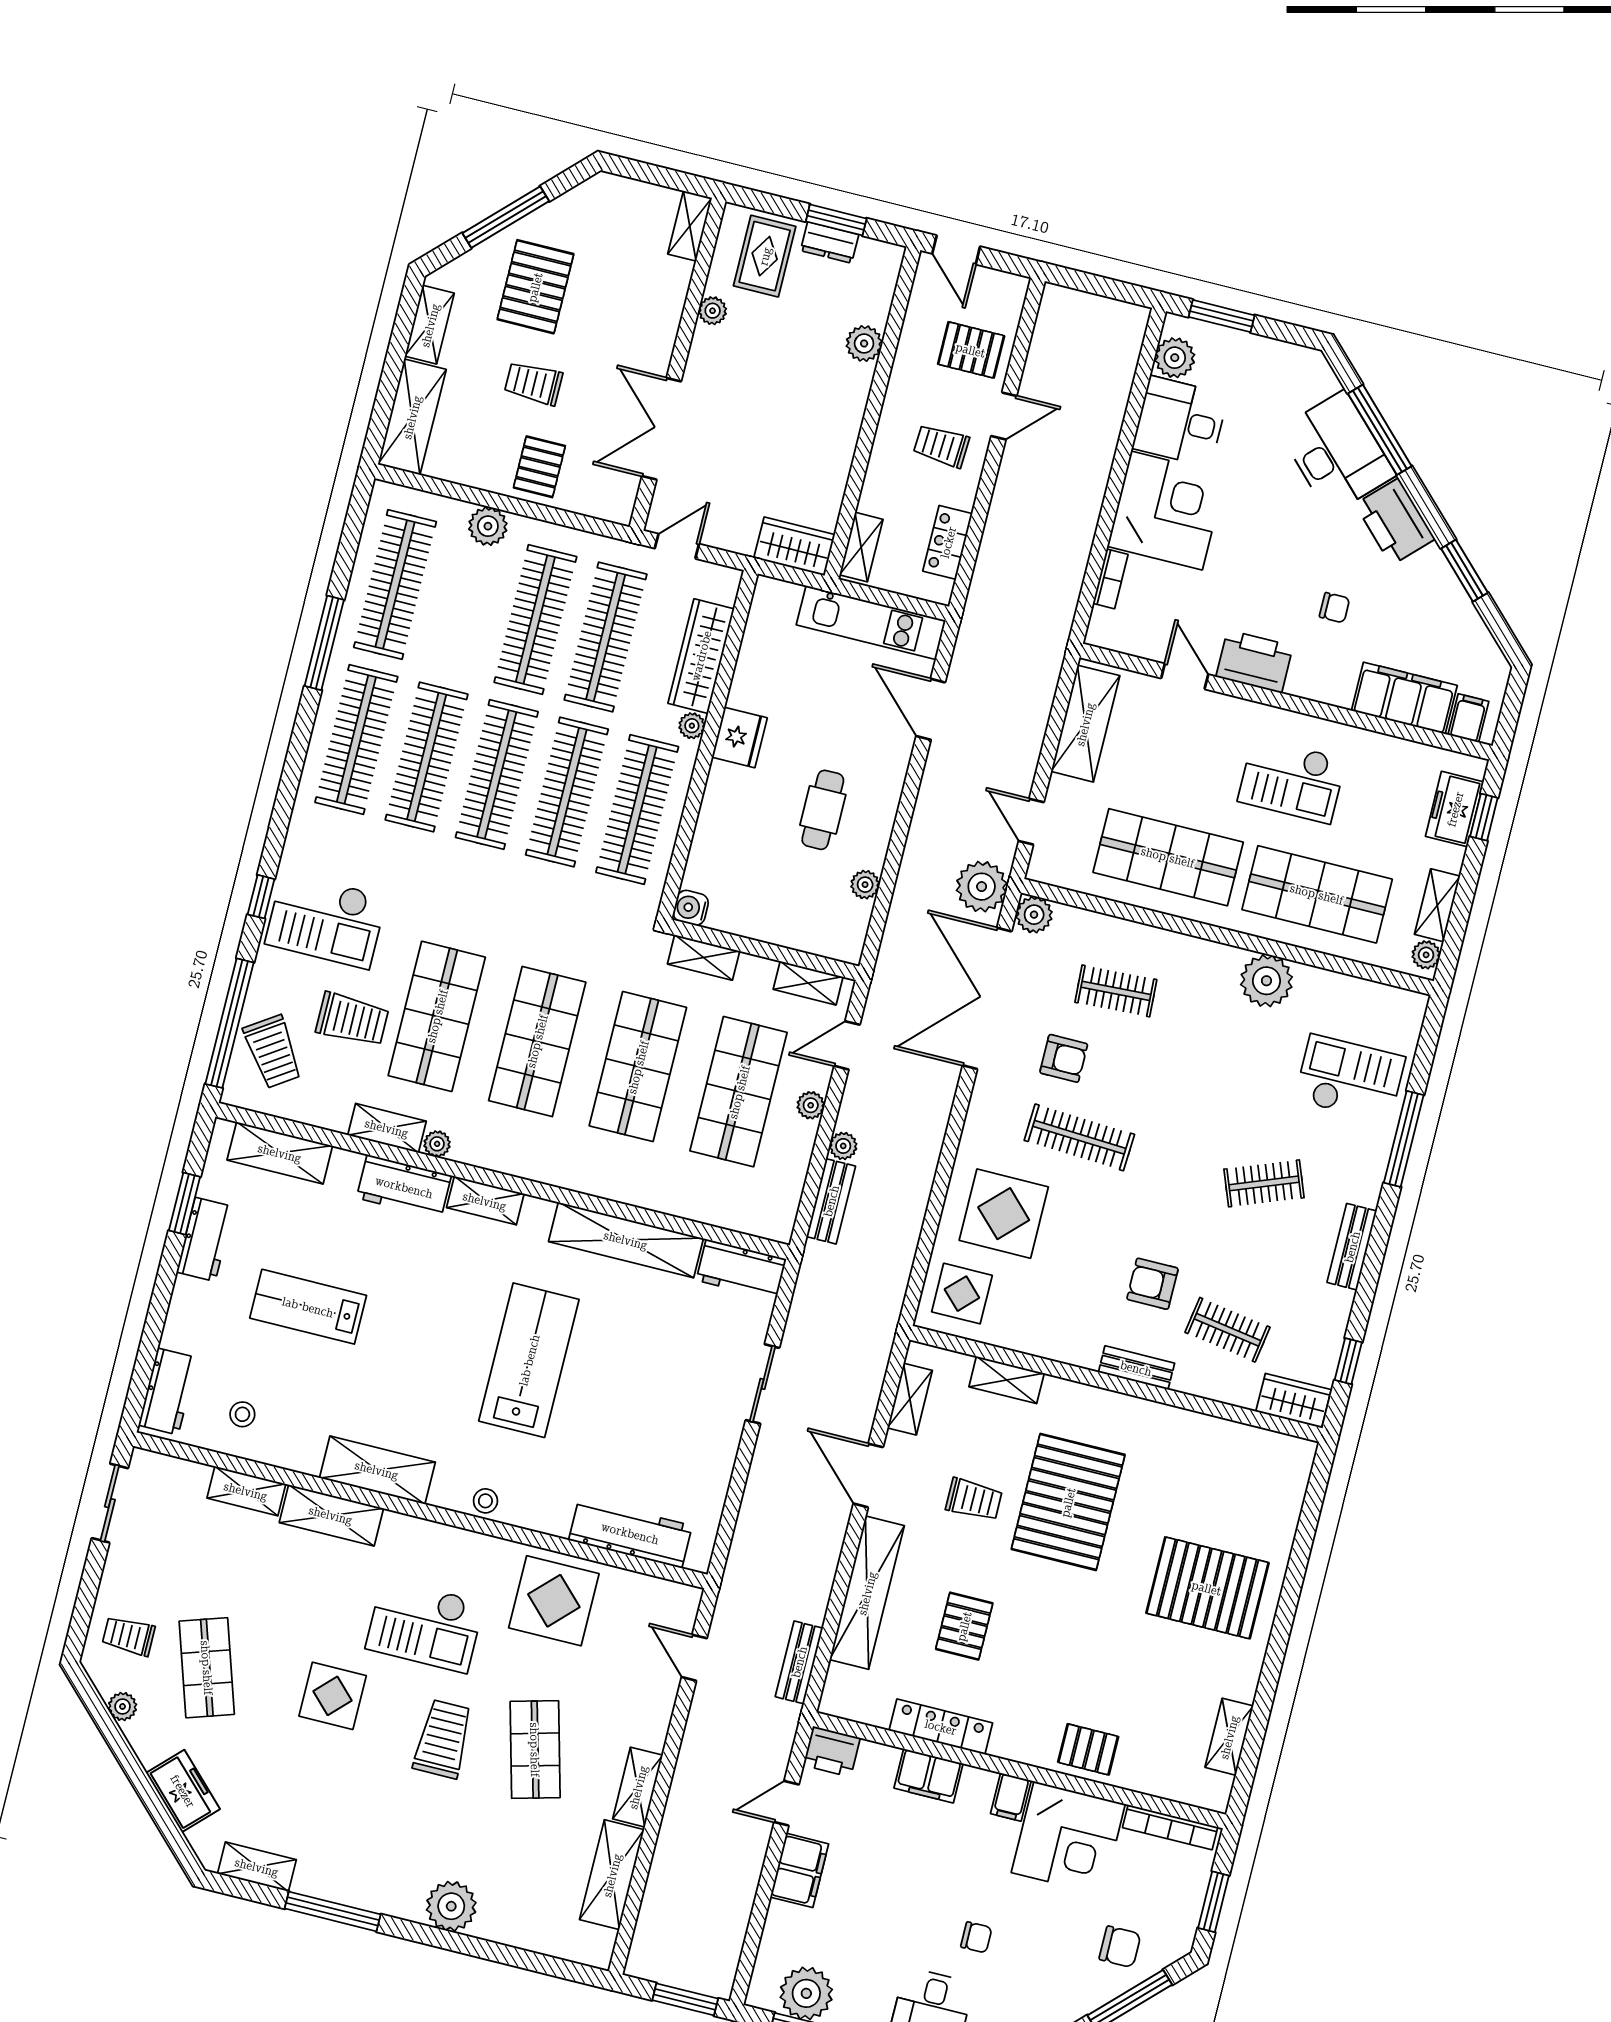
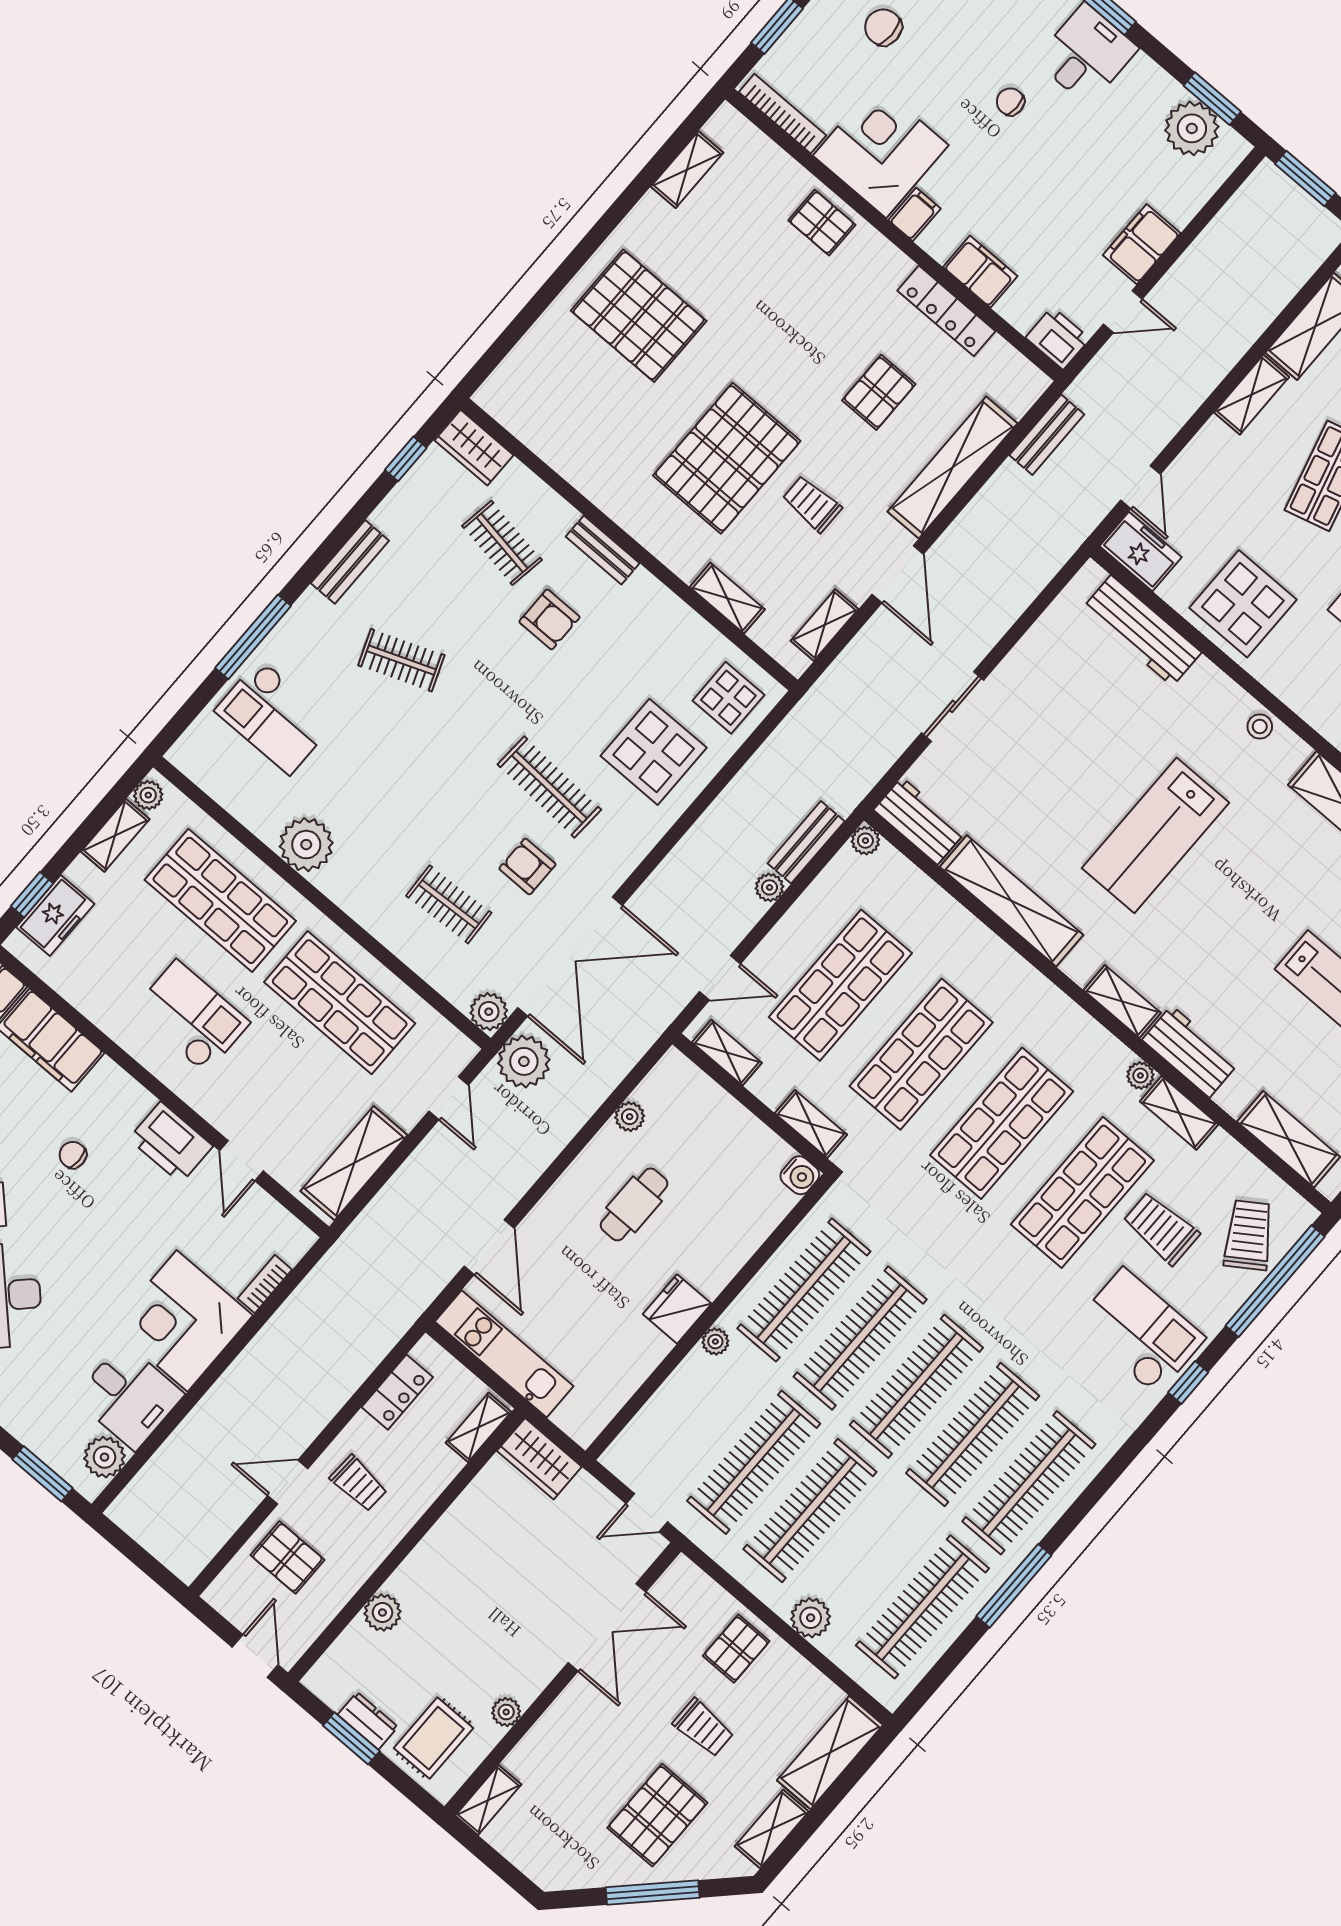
wardrobe: (701, 656) -> (675, 1401), removed
plant: (811, 1105) -> (865, 841), moved
freezer: (666, 1602) -> (1141, 552), added

